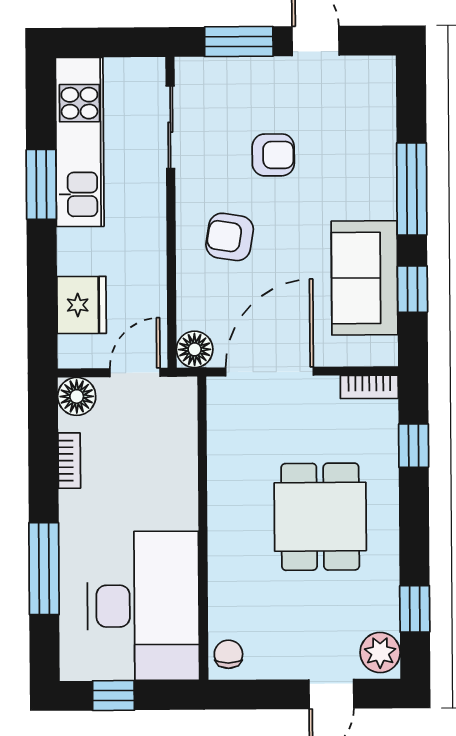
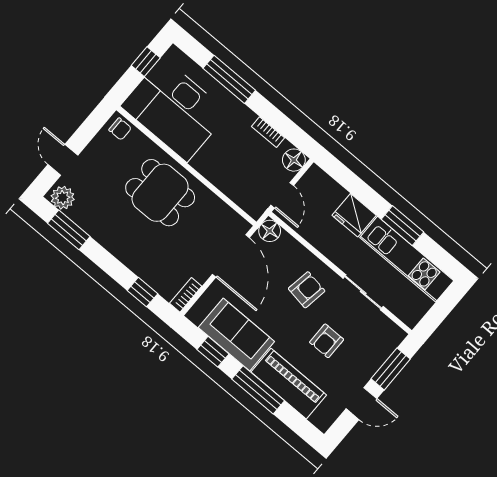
sliding door: (170, 127) -> (363, 292), moved
piano: (370, 156) -> (289, 384), added
fridge: (82, 305) -> (354, 215), moved
dining table: (320, 517) -> (160, 193), moved
window: (415, 609) -> (69, 230), width x1.50

